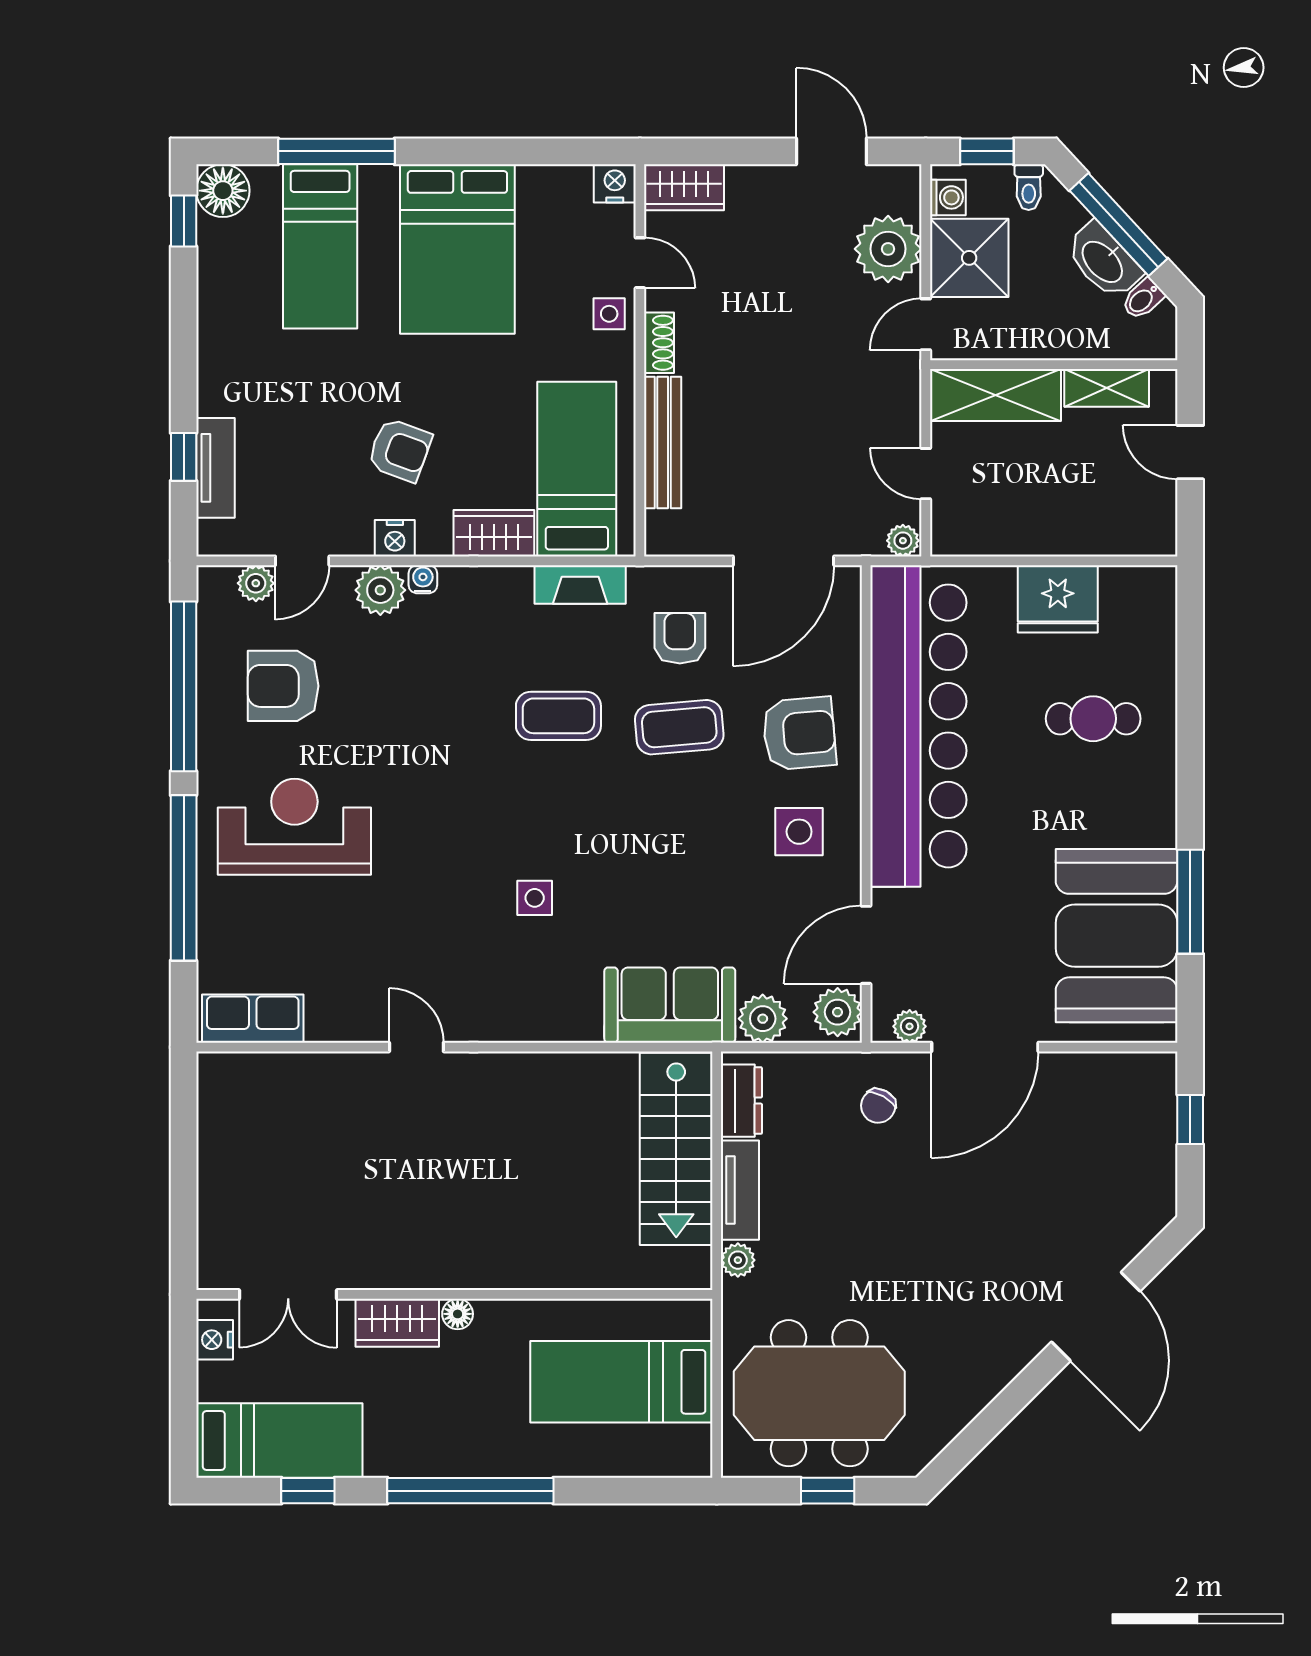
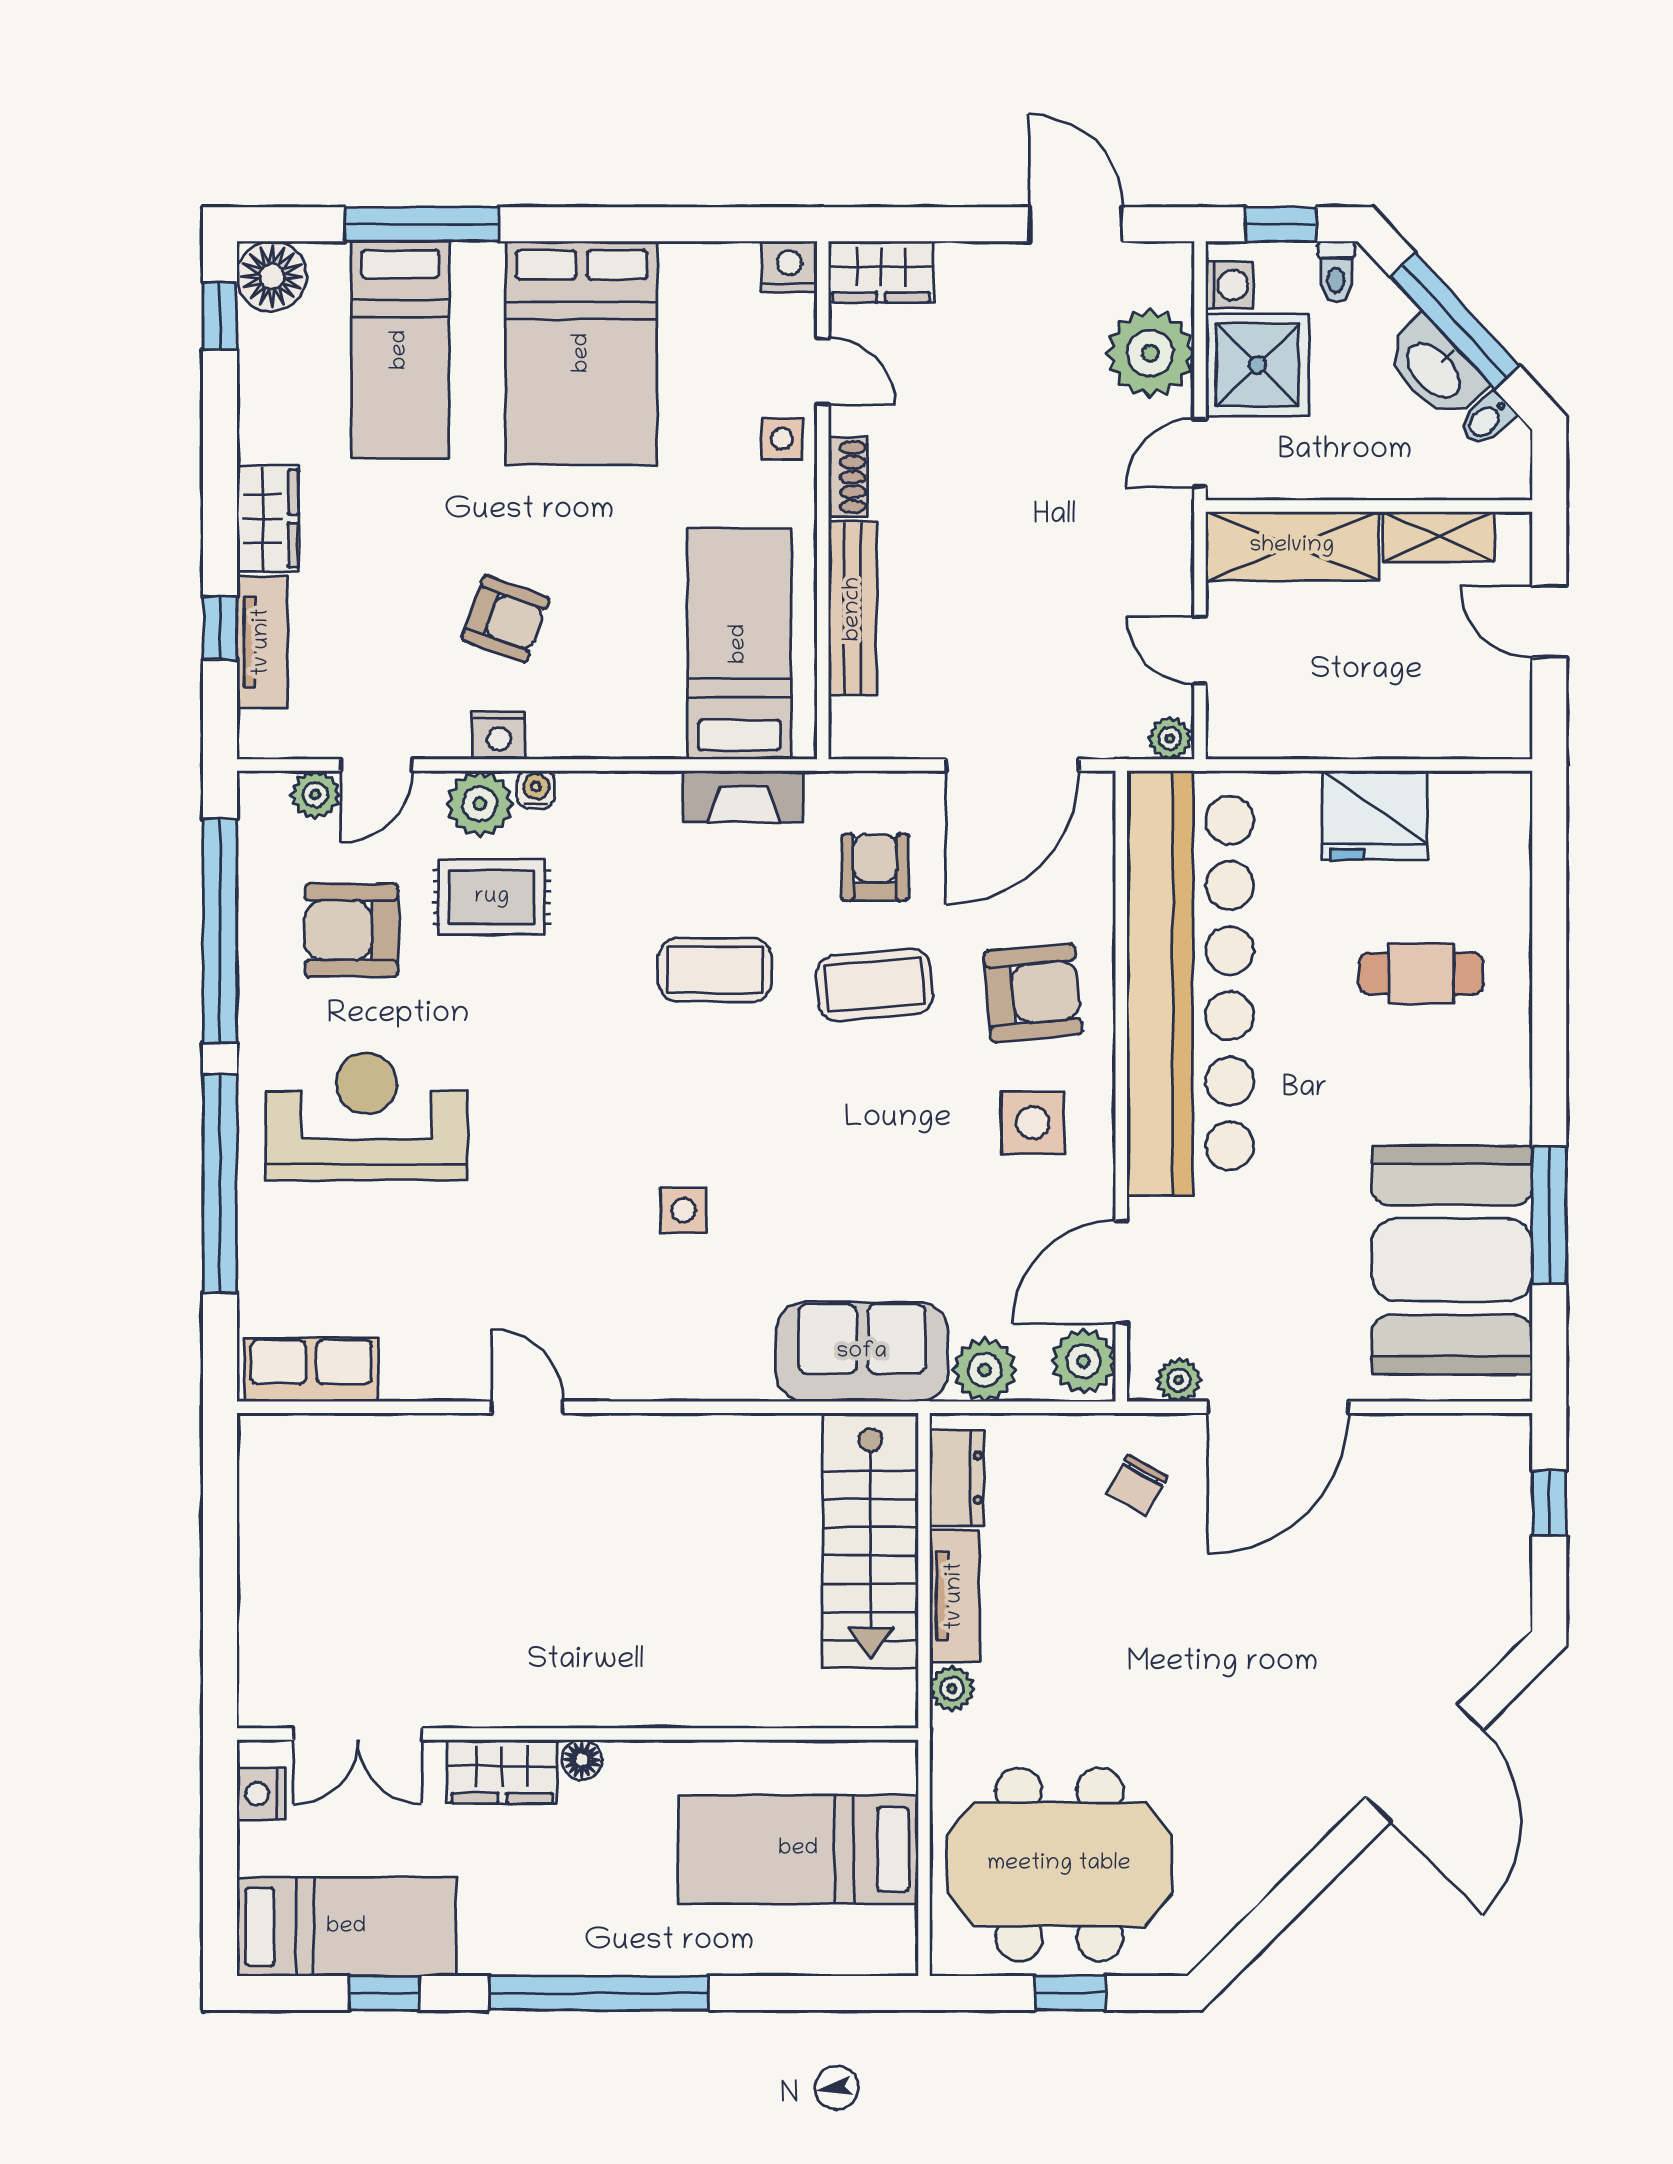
wardrobe: (494, 533) -> (268, 519), moved, turned 90
rug: (389, 661) -> (492, 897), added

